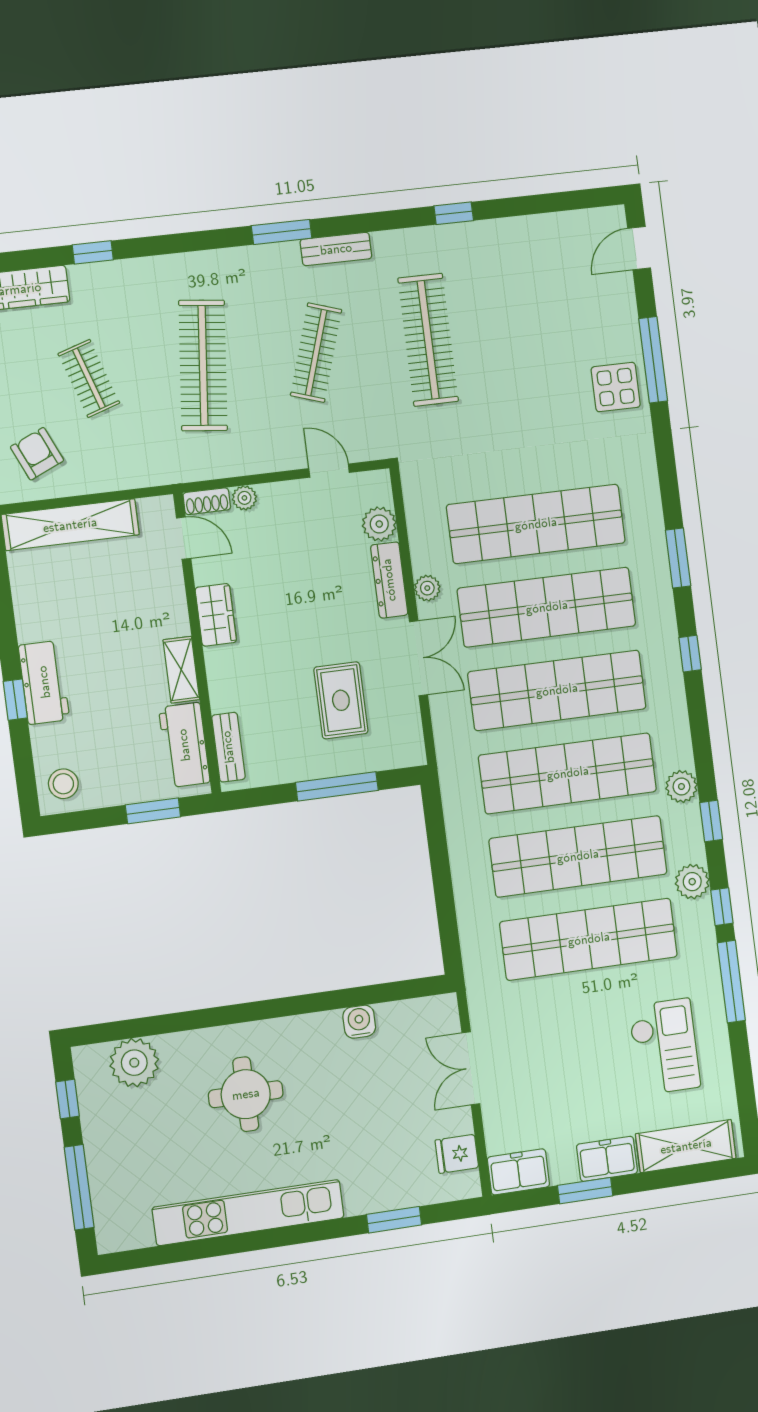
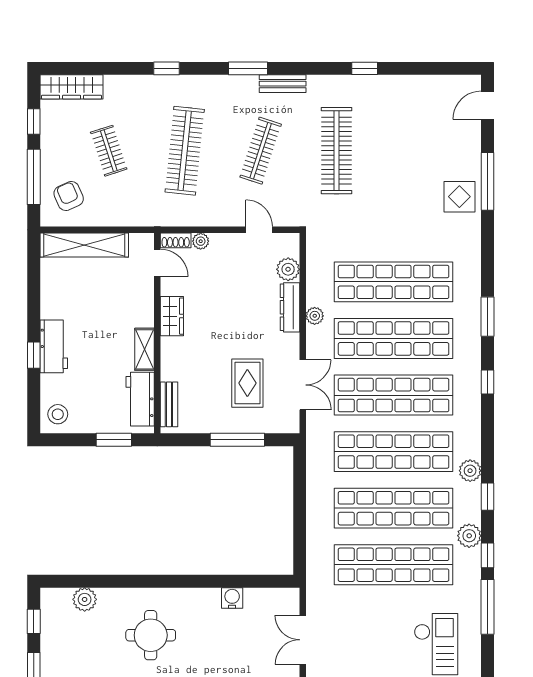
window: (93, 252) -> (167, 68), moved
double door: (418, 658) -> (303, 385), moved
plant: (134, 1063) -> (85, 599), width x0.73, depth x0.73

